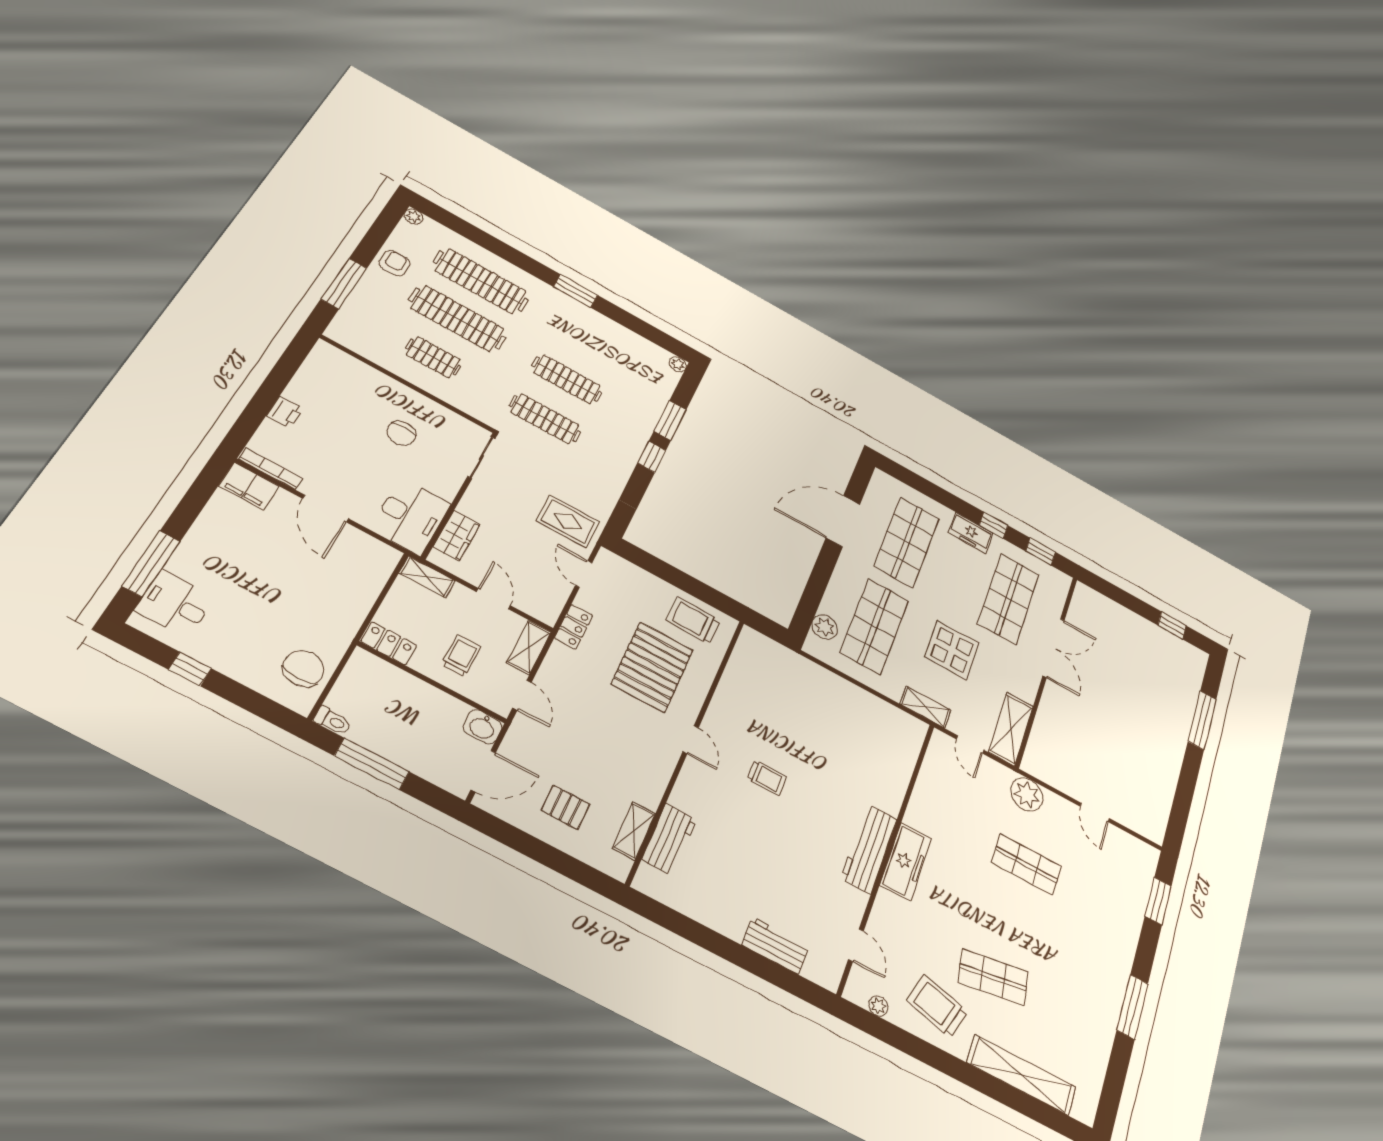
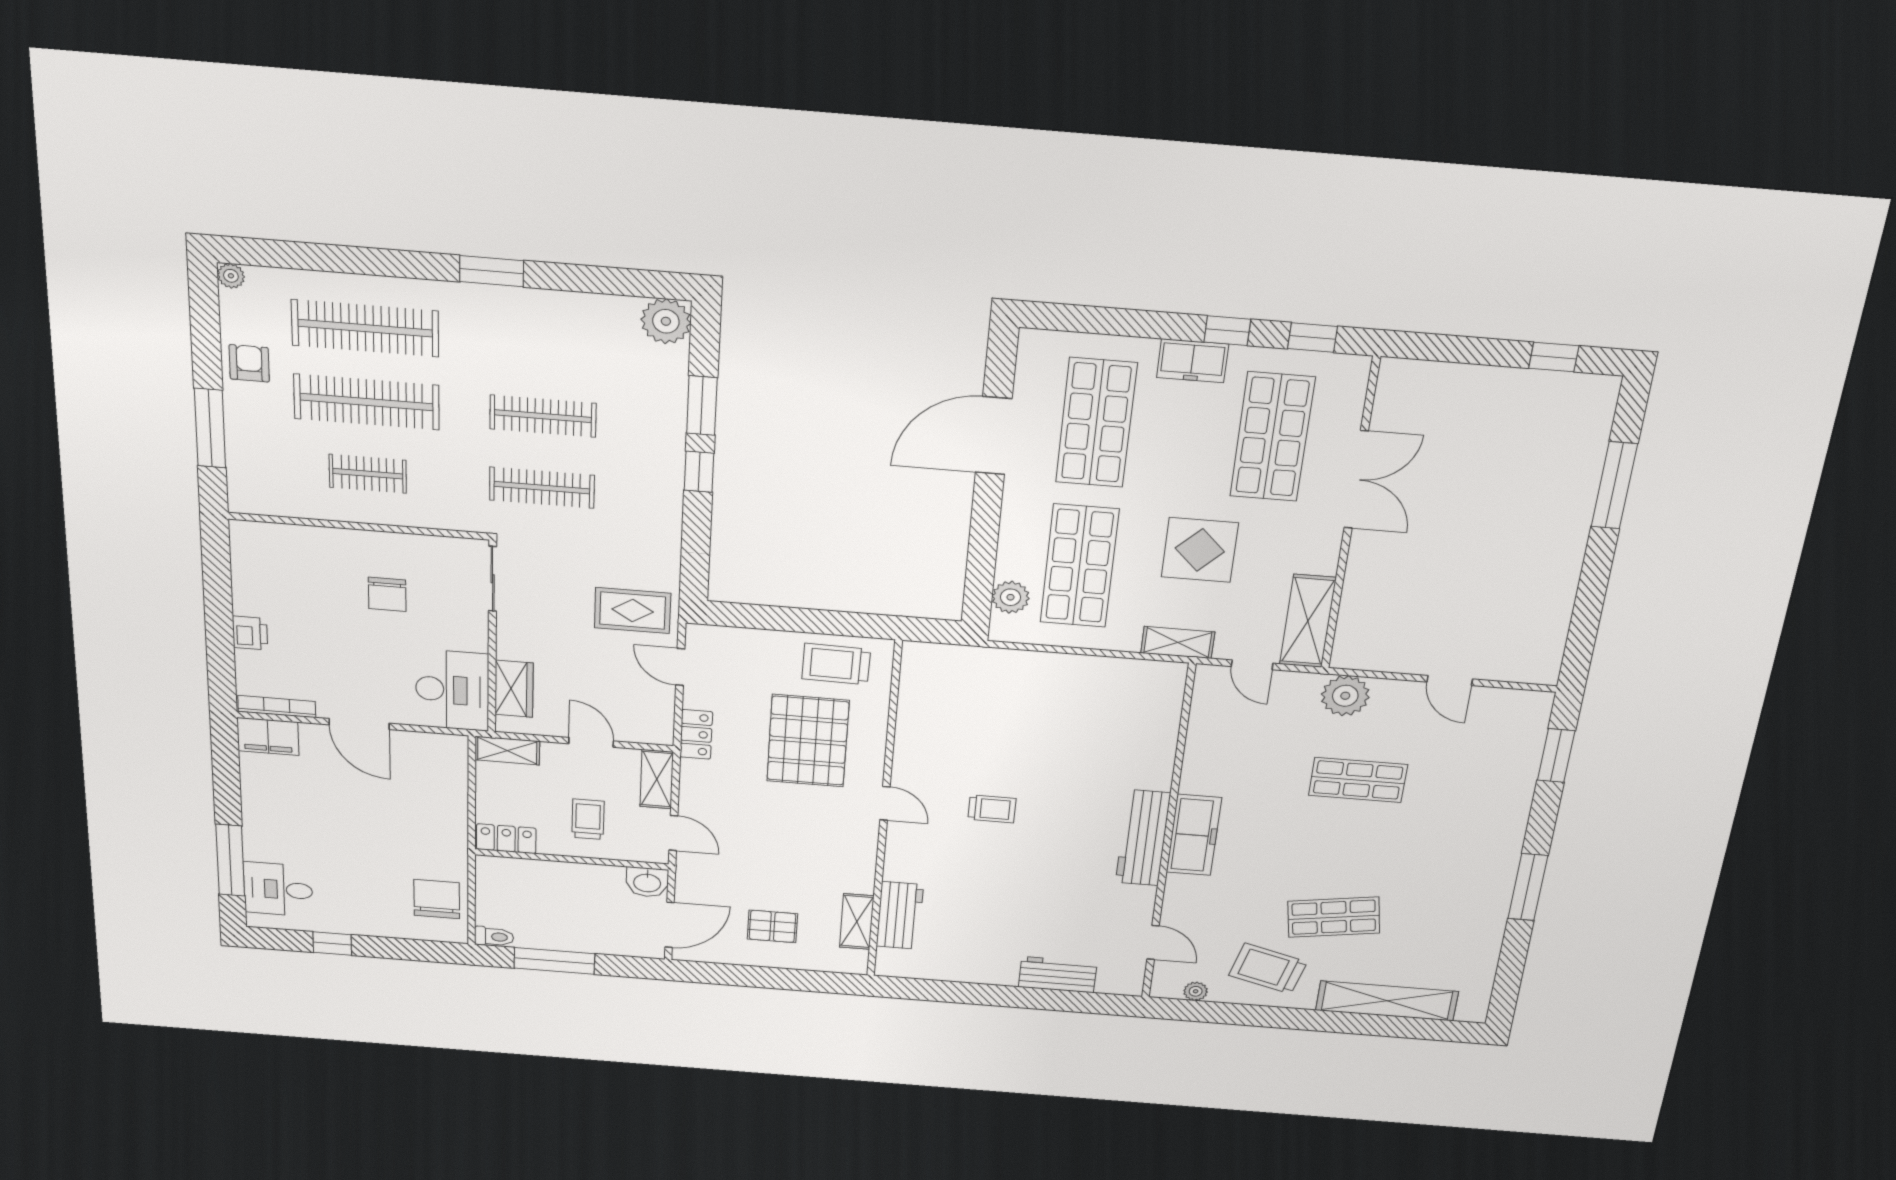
plant: (678, 364) -> (666, 321), width x1.87, depth x1.87

